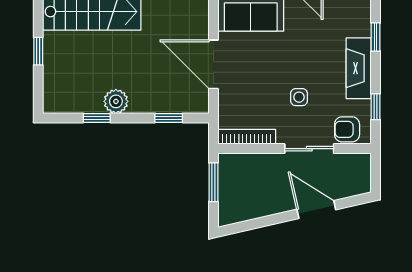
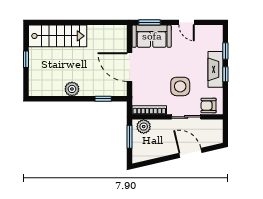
side table: (299, 97) -> (180, 86), width x1.87, depth x1.87
window: (376, 107) -> (225, 74), moved
window: (97, 118) -> (61, 99), removed
plant: (237, 165) -> (144, 127), added

